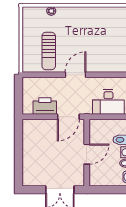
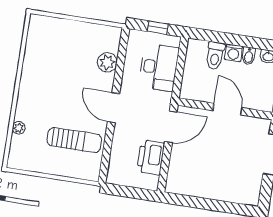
plant: (106, 65) -> (107, 62), added
door: (68, 117) -> (171, 127), hinge flipped

